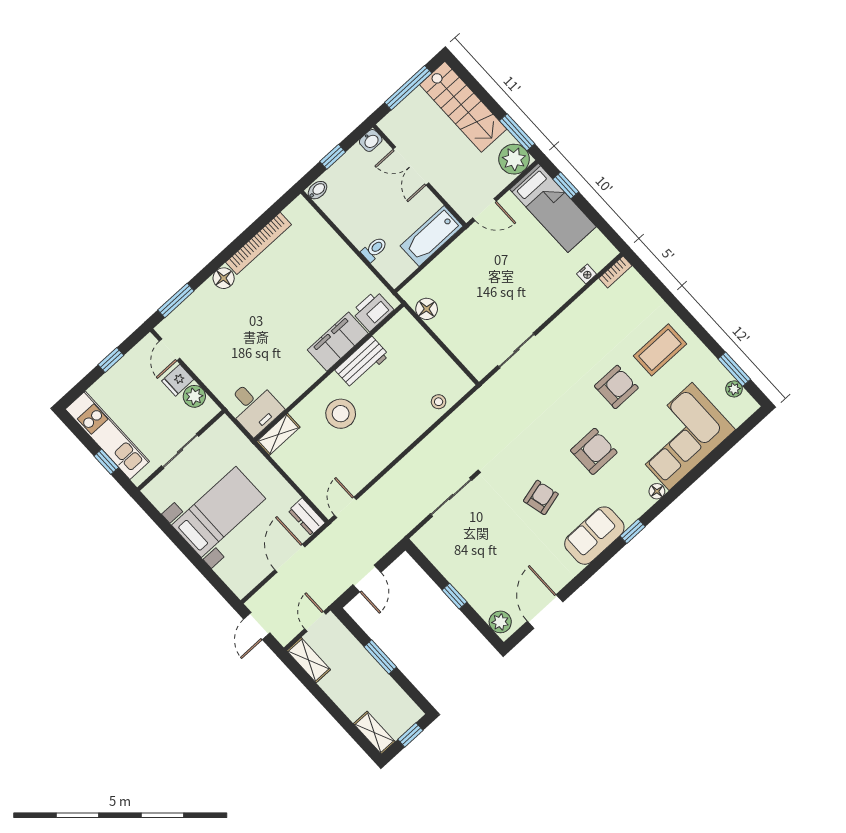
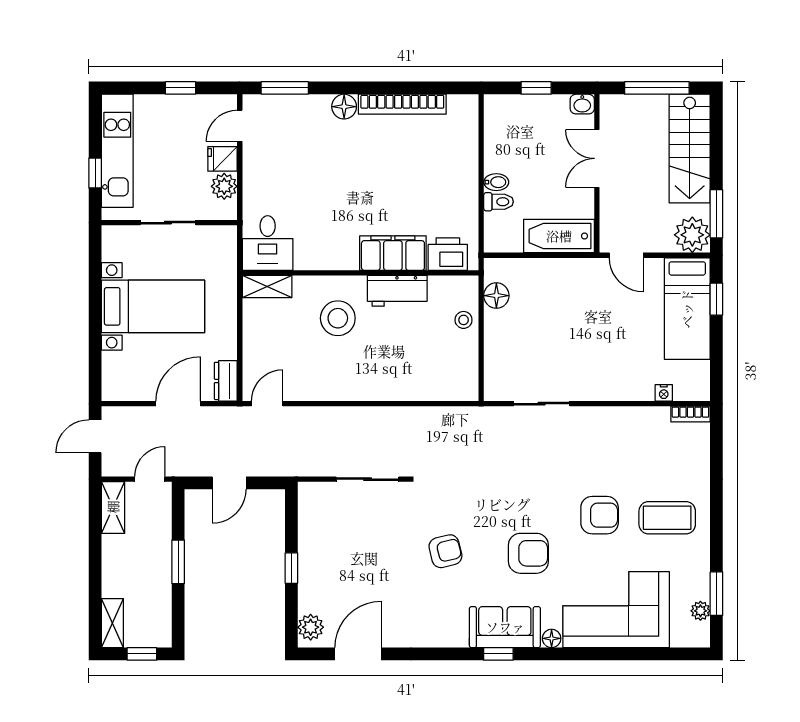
bidet: (317, 190) -> (496, 182), moved
stool: (439, 402) -> (464, 320), moved
sofa: (594, 536) -> (505, 627), moved

